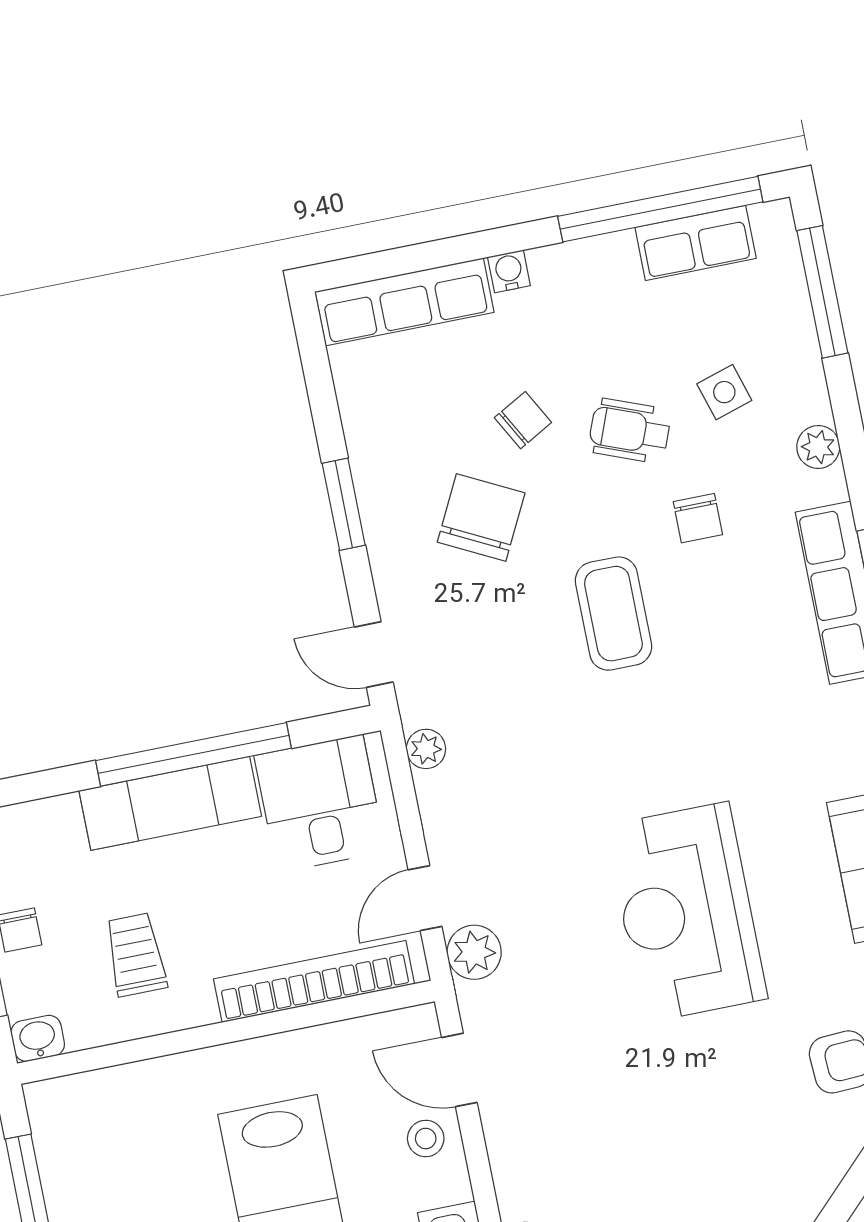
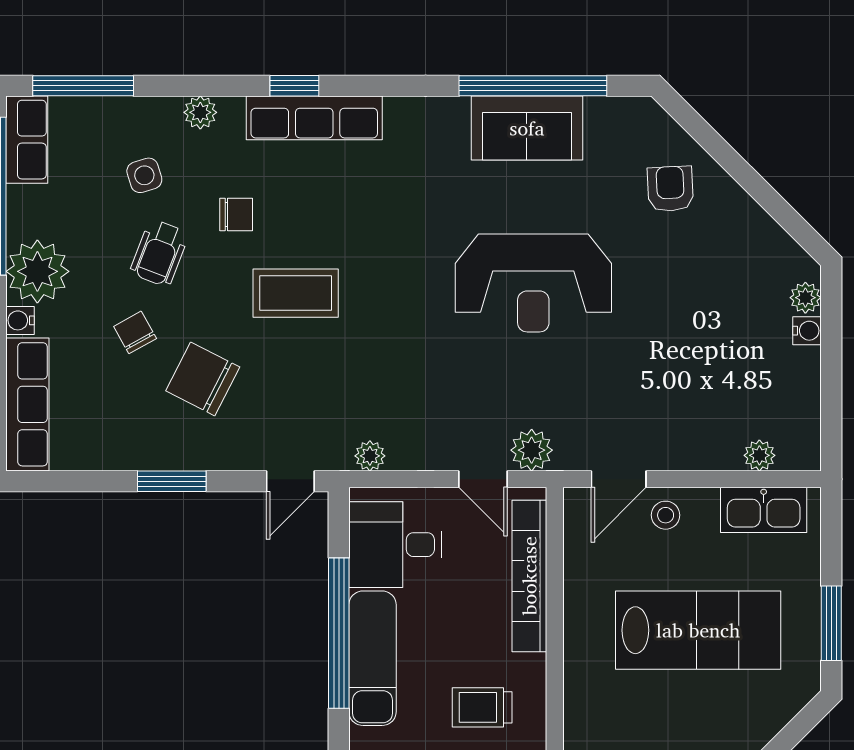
row of seats: (696, 243) -> (27, 140), moved
plant: (575, 281) -> (37, 271), added

